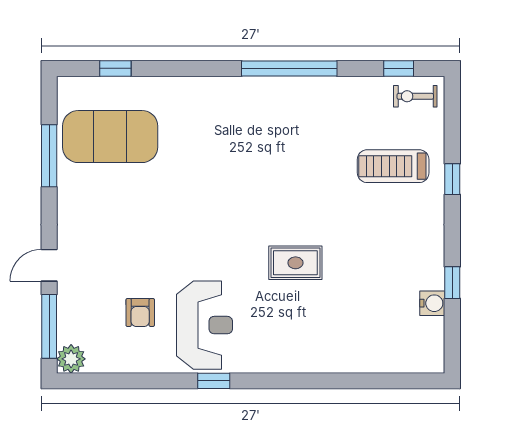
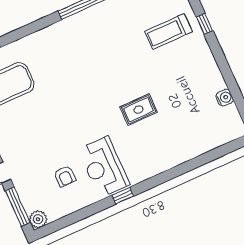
window: (452, 283) -> (231, 81), removed
reception desk: (205, 325) -> (104, 167), turned 180

